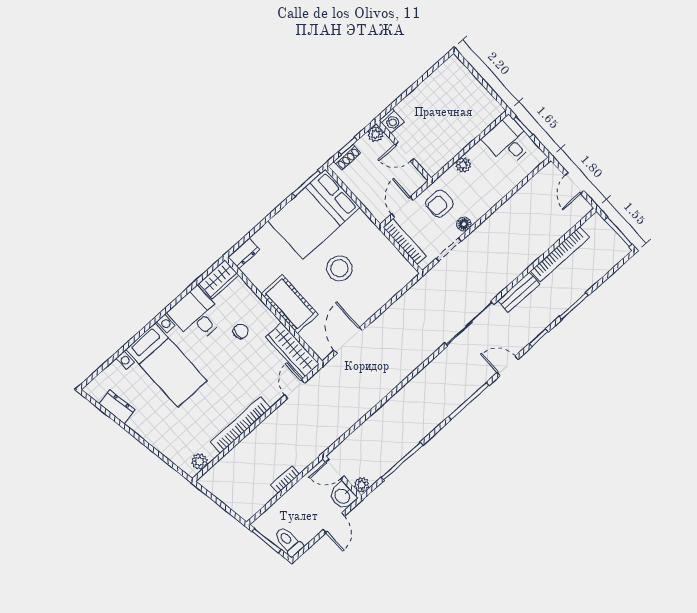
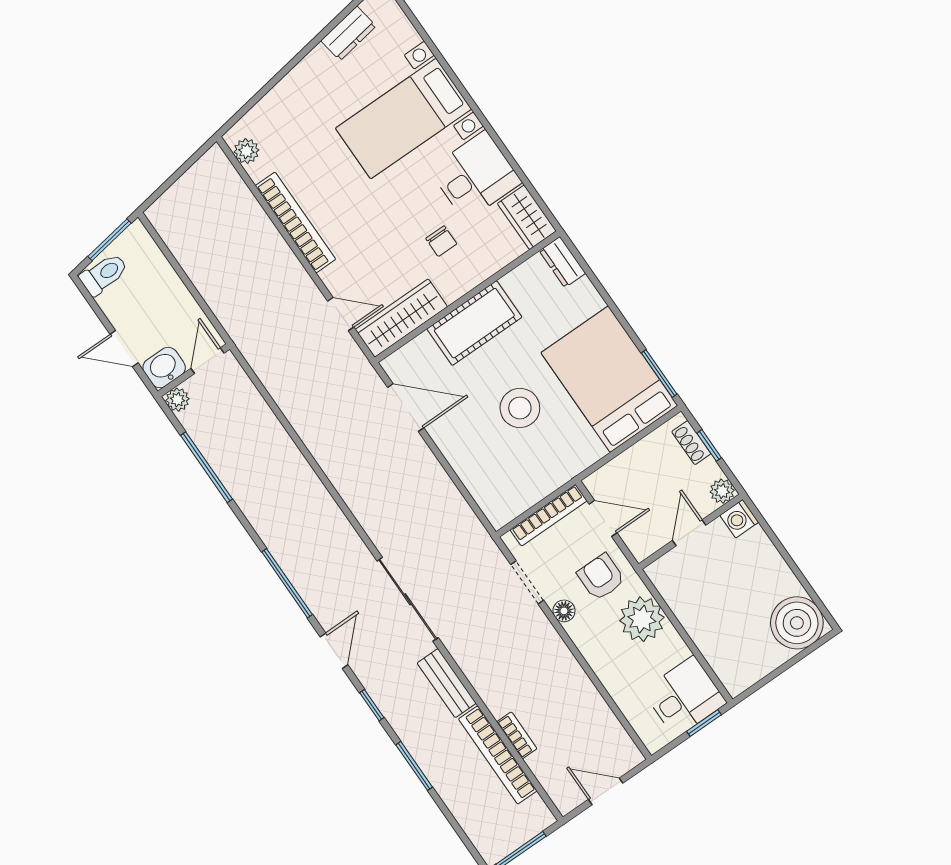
boiler: (453, 76) -> (797, 623), added
plant: (463, 165) -> (642, 619), width x1.88, depth x1.88
bookcase: (285, 480) -> (517, 735), moved

